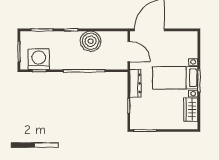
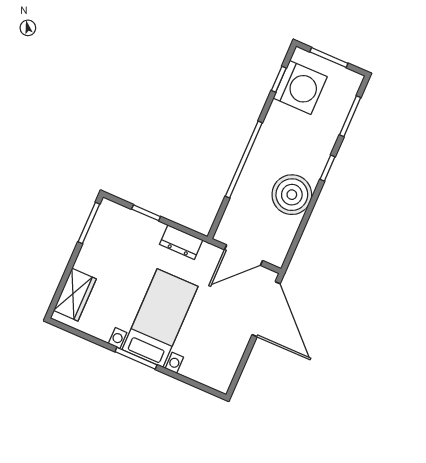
dresser: (135, 83) -> (181, 242), width x0.70
wardrobe: (191, 110) -> (75, 295), moved, turned 90

